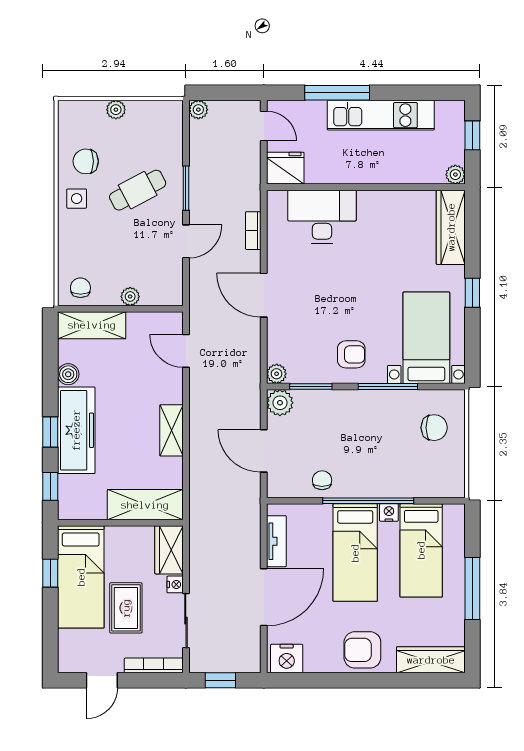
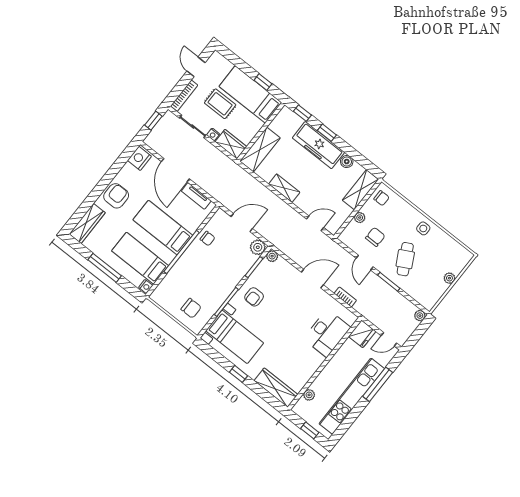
kitchen unit: (381, 115) -> (352, 396), width x1.36
chair: (86, 161) -> (375, 237), moved
plant: (455, 175) -> (309, 395), moved
chair: (434, 428) -> (191, 308), turned -90
nightstand: (389, 512) -> (146, 286), moved

